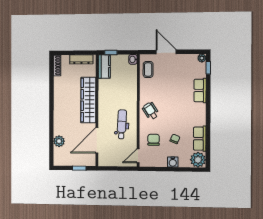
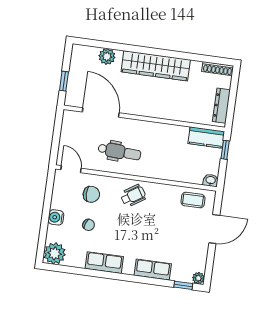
wardrobe: (88, 100) -> (156, 66), moved, turned 180
row of seats: (200, 139) -> (104, 263), moved

